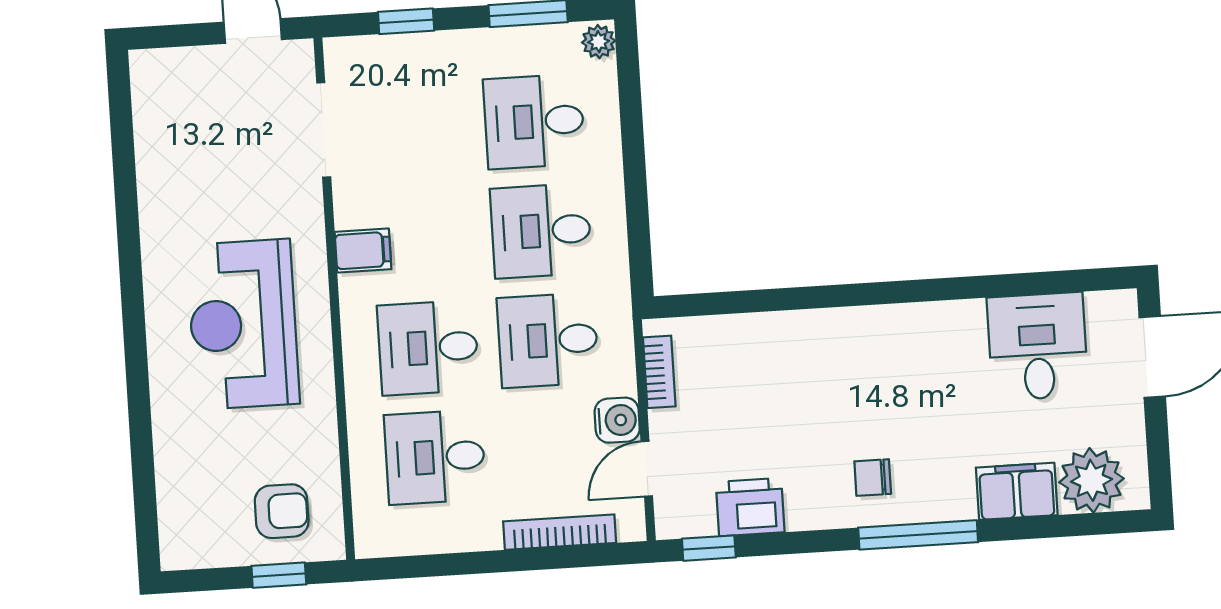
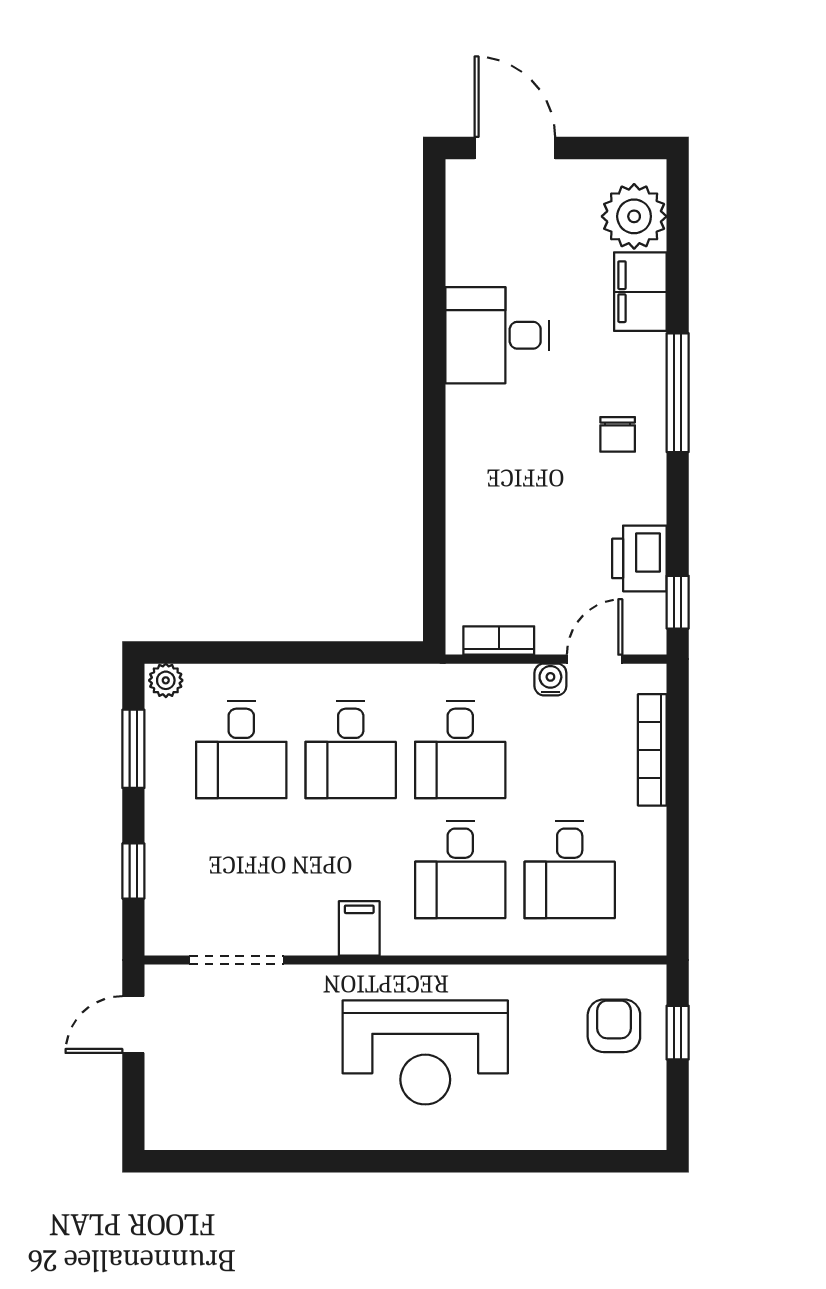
desk: (1038, 346) -> (497, 335), moved
water cooler: (617, 420) -> (550, 679), width x0.72, depth x0.72
door: (647, 469) -> (595, 659), swing flipped

